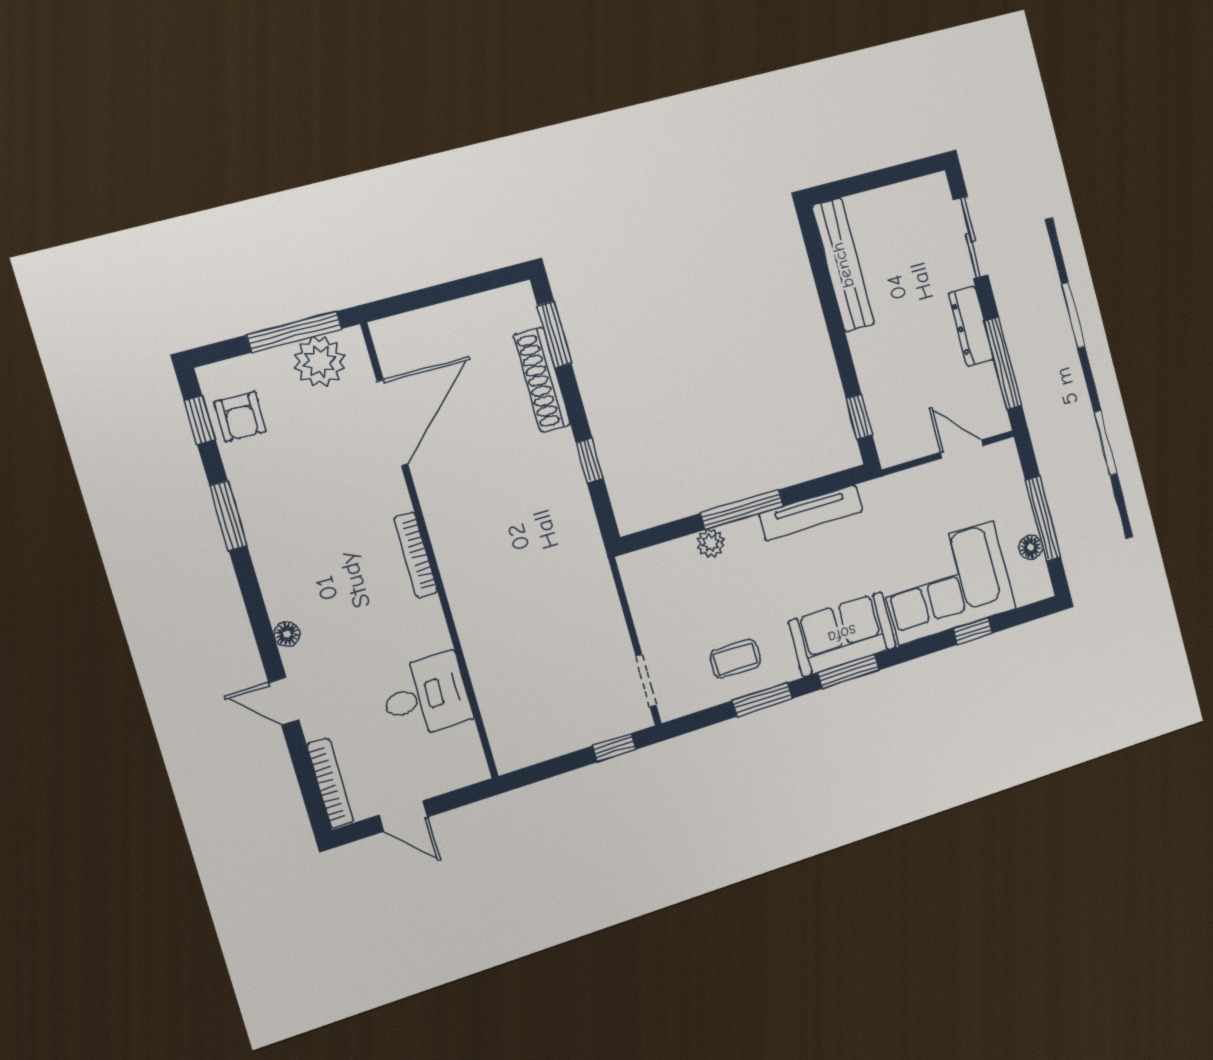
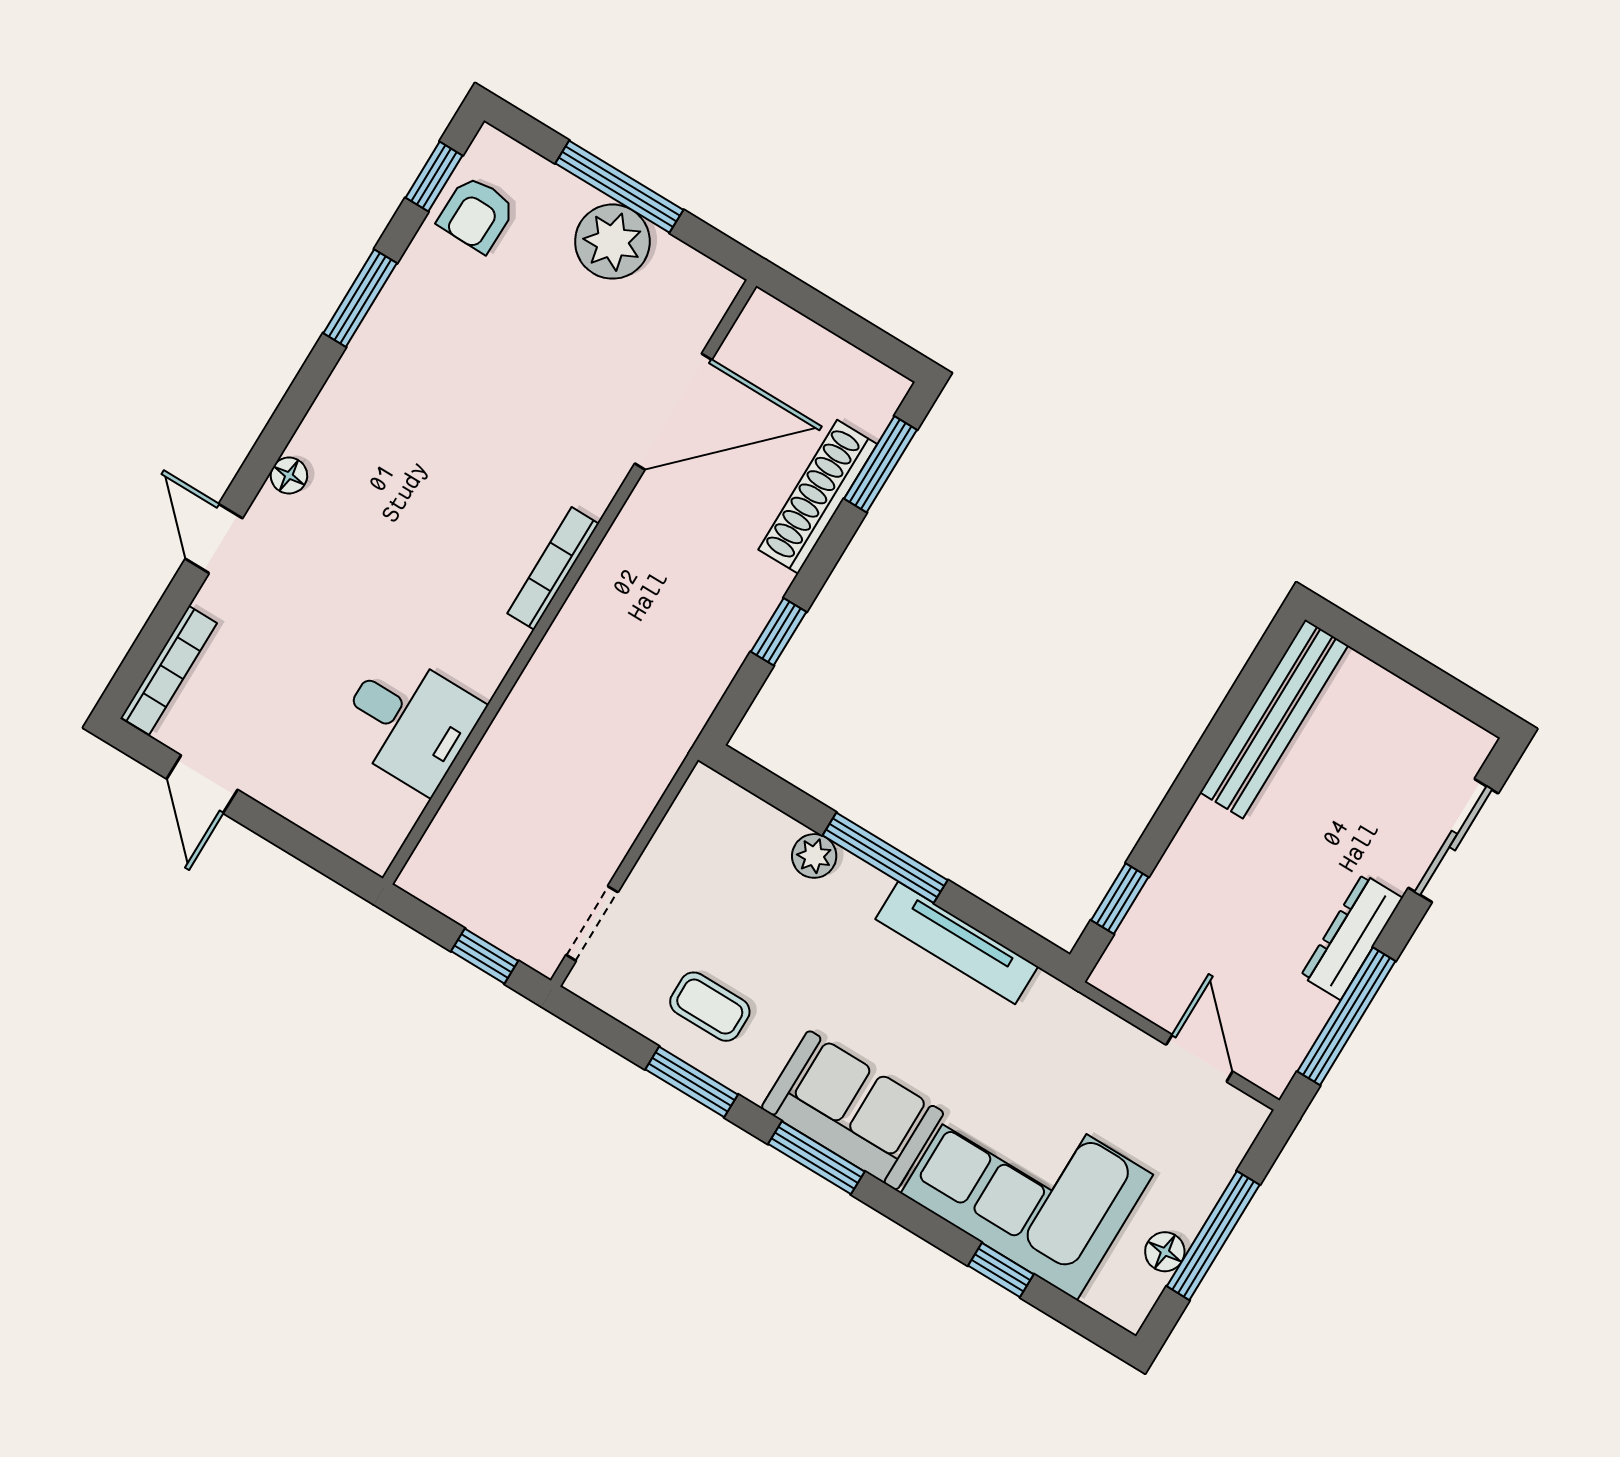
door: (392, 423) -> (673, 412), moved
wall: (430, 553) -> (570, 582), moved
bookcase: (416, 555) -> (553, 568), moved
desk: (426, 696) -> (409, 721), moved

